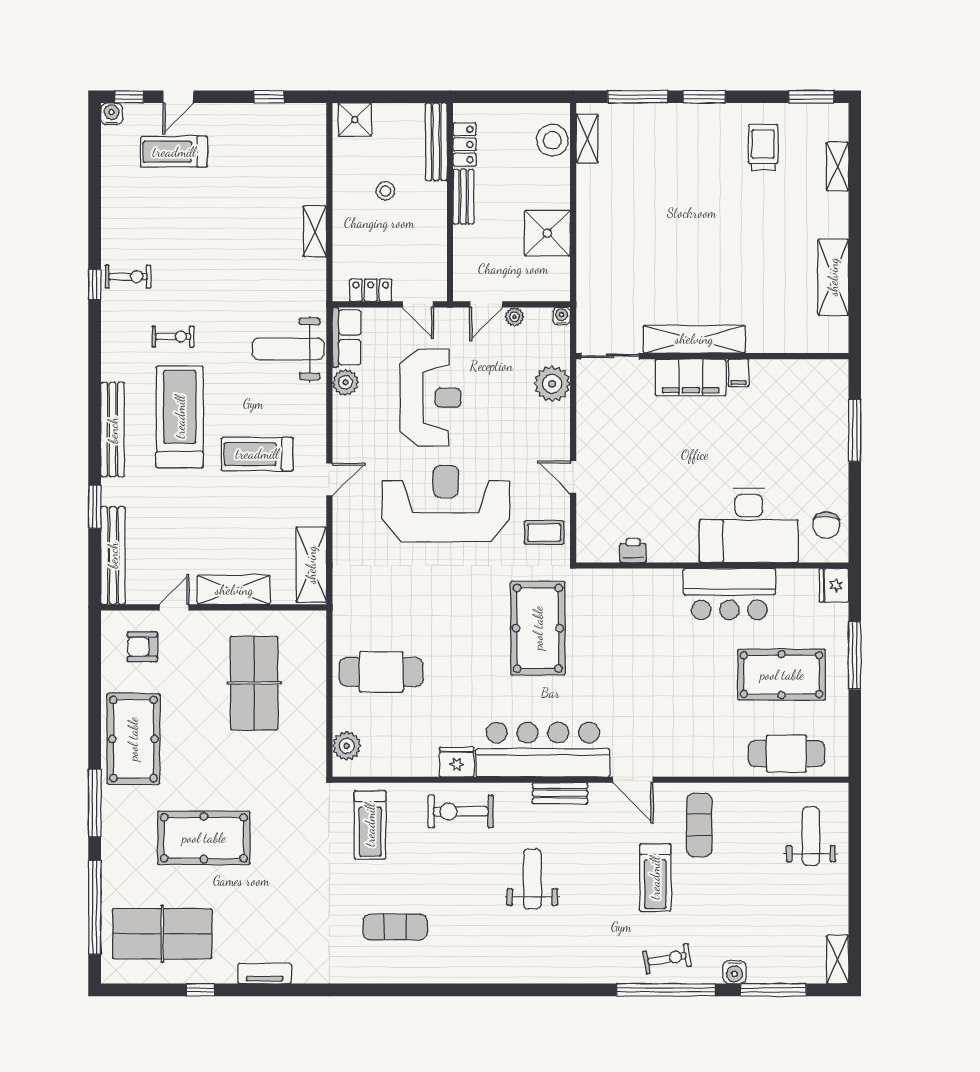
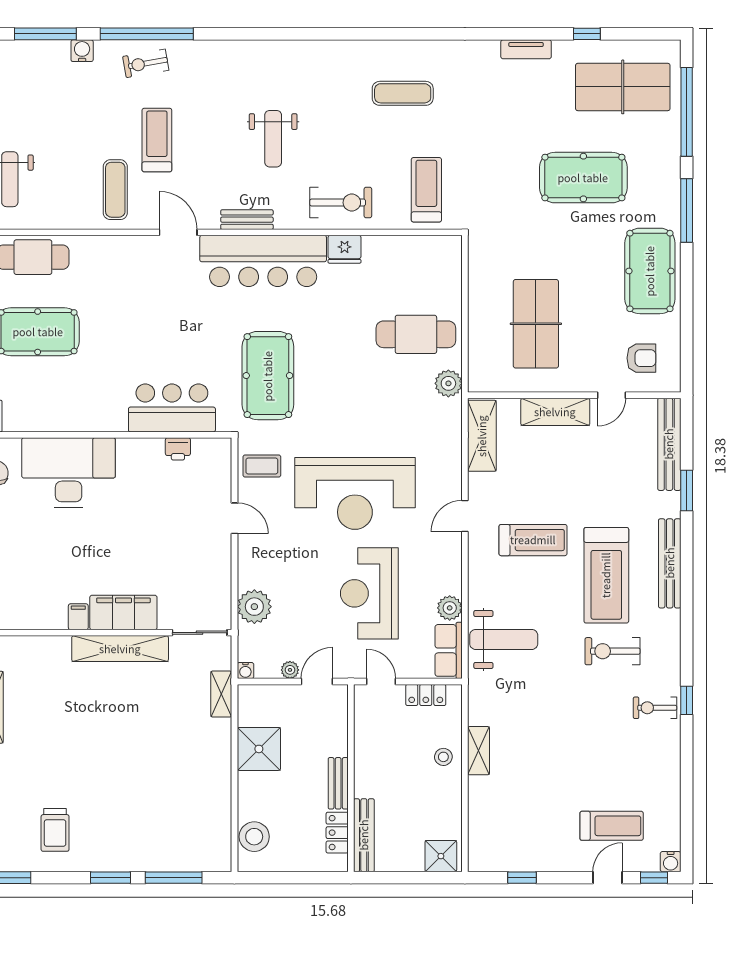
shelving: (587, 139) -> (221, 694), moved
stool: (385, 191) -> (443, 757), moved
exercise bike: (173, 337) -> (612, 651), width x1.38, depth x1.39
bar counter: (729, 594) -> (172, 408), moved
plant: (347, 746) -> (448, 383), moved

